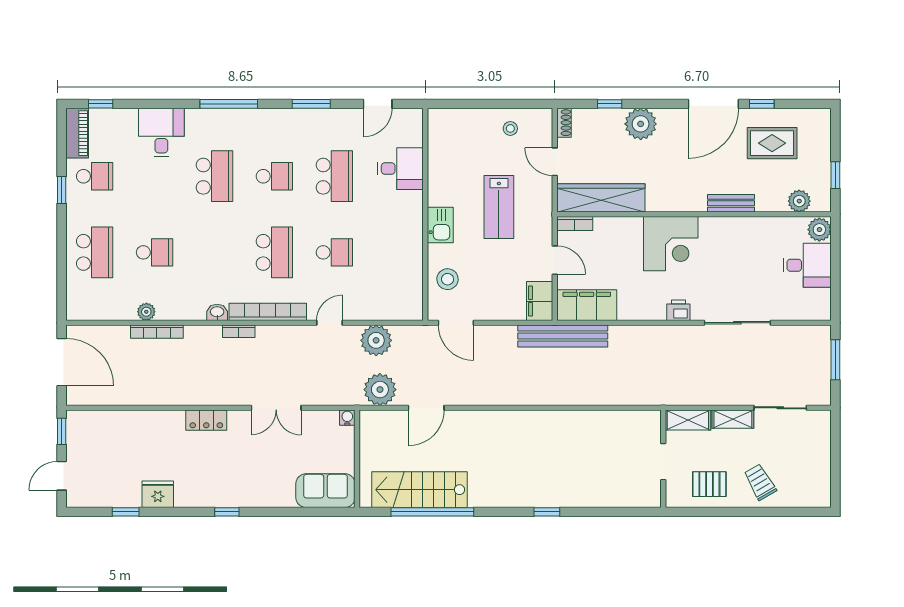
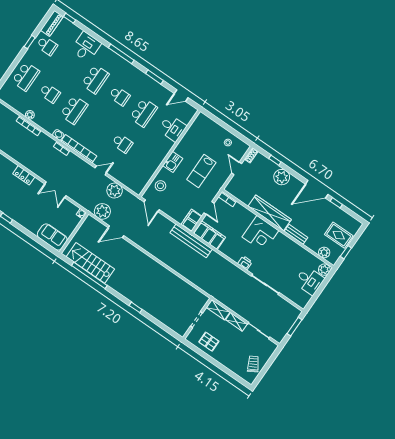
rug: (772, 143) -> (339, 235), moved
wardrobe: (601, 198) -> (270, 213), moved
school desk: (274, 252) -> (74, 110), moved
trolley: (760, 482) -> (253, 364), moved

